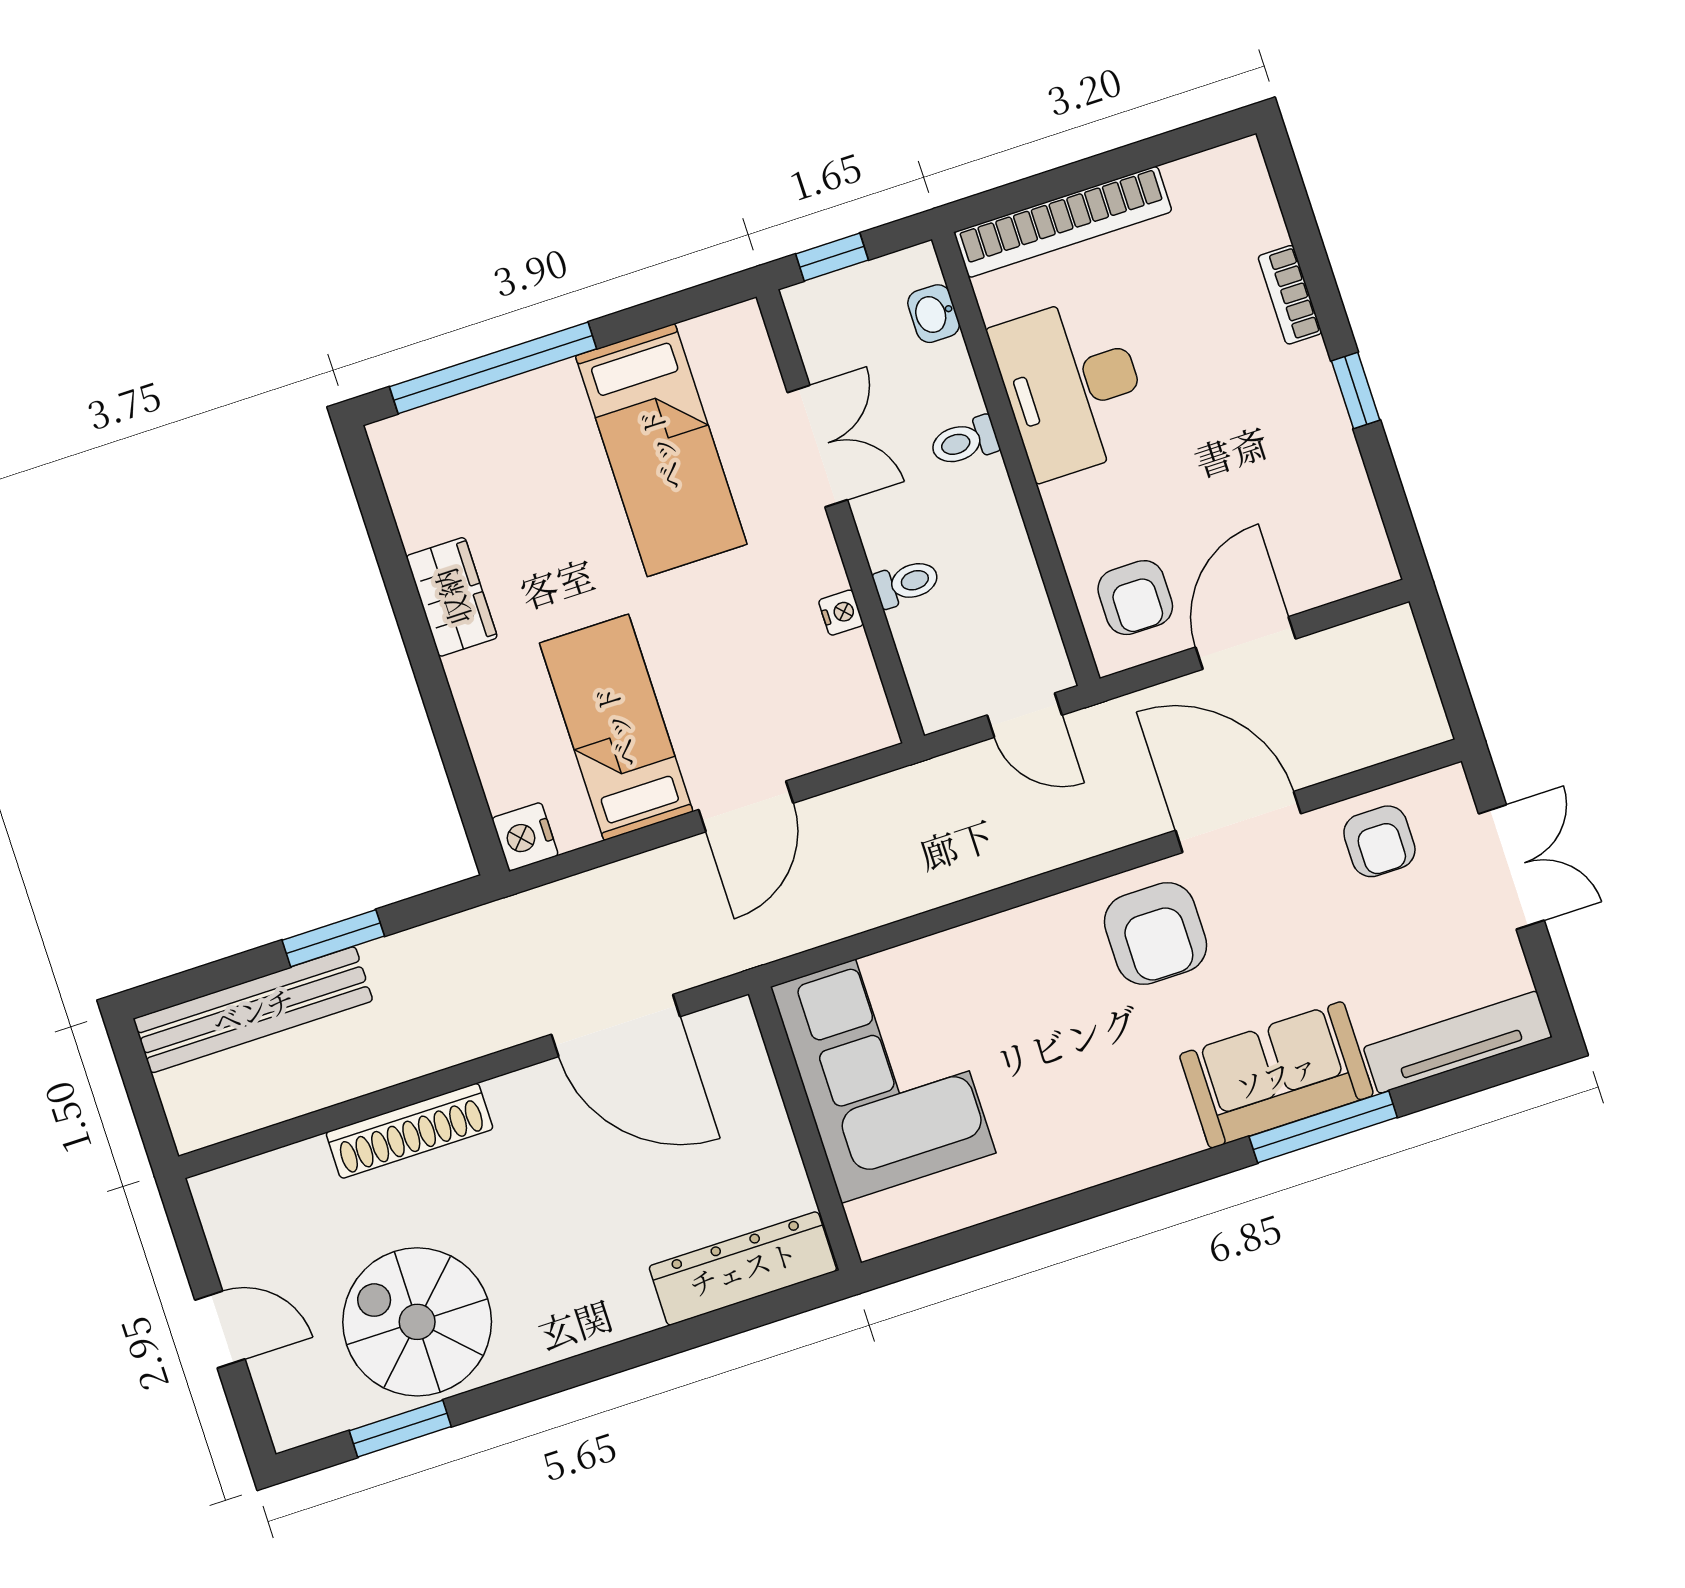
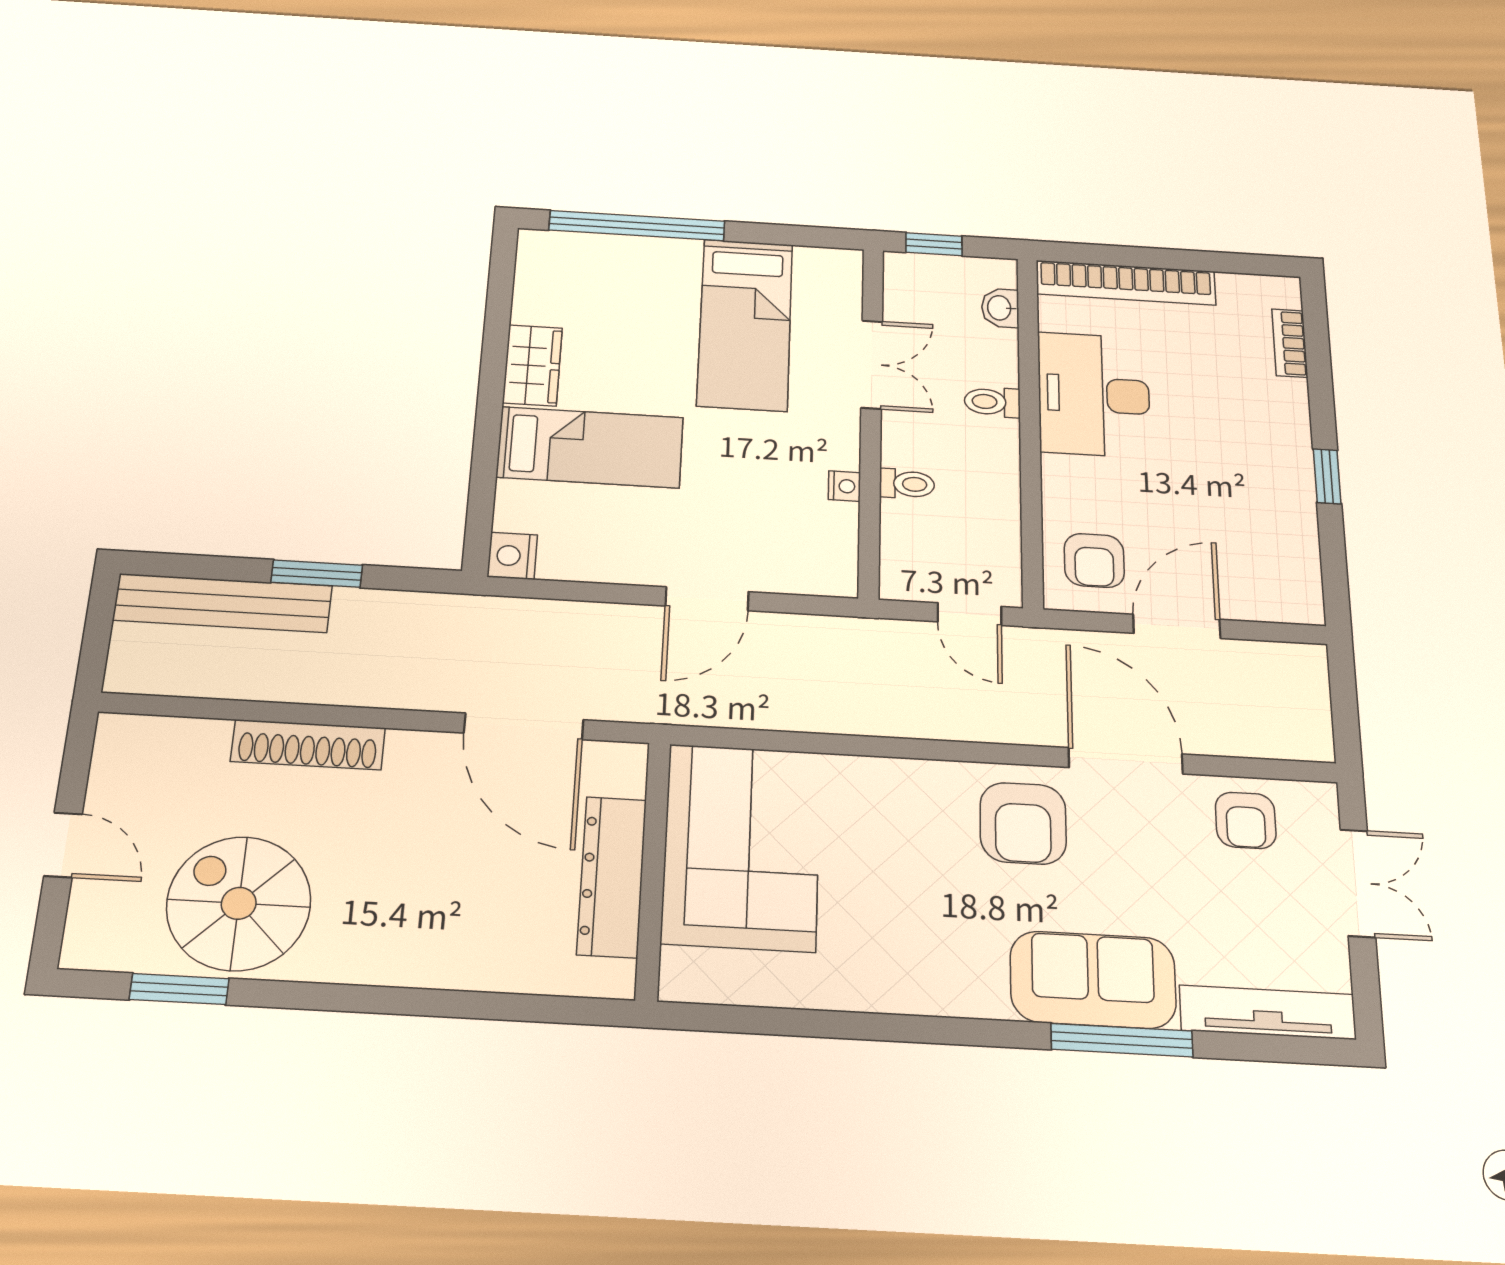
bookcase: (1290, 295) -> (1290, 343), moved
bed: (616, 727) -> (590, 447), moved, turned 90
dresser: (743, 1268) -> (612, 877), moved, turned -90

